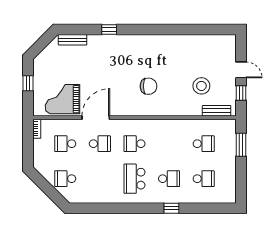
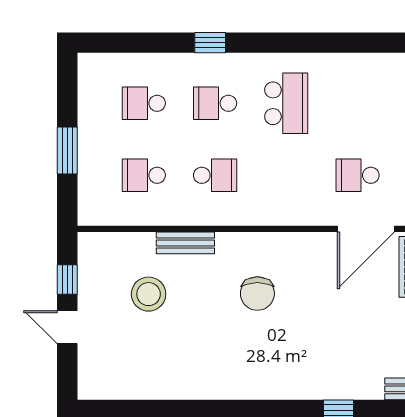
chair: (148, 86) -> (257, 294), turned -90
bench: (217, 111) -> (185, 243), moved
school desk: (134, 144) -> (215, 175), moved
window: (241, 145) -> (67, 151), moved

